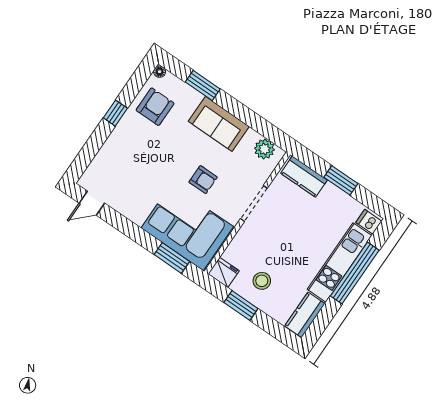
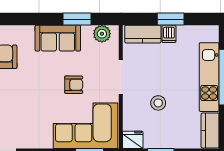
window: (203, 86) -> (77, 19), moved
dishwasher: (369, 222) -> (169, 34), moved, turned -90
stool: (262, 281) -> (158, 103), moved

